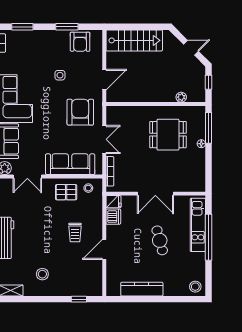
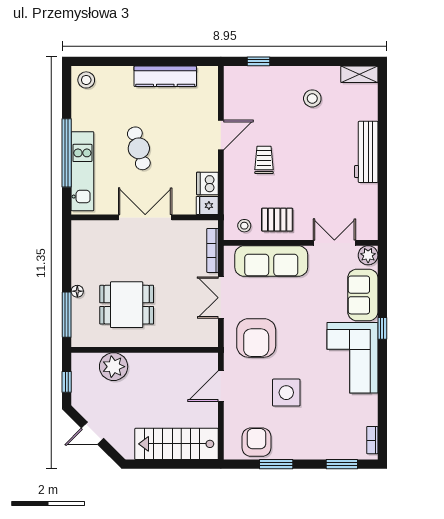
side table: (60, 75) -> (286, 393), width x1.87, depth x1.87
plant: (181, 97) -> (114, 367), width x1.87, depth x1.87

